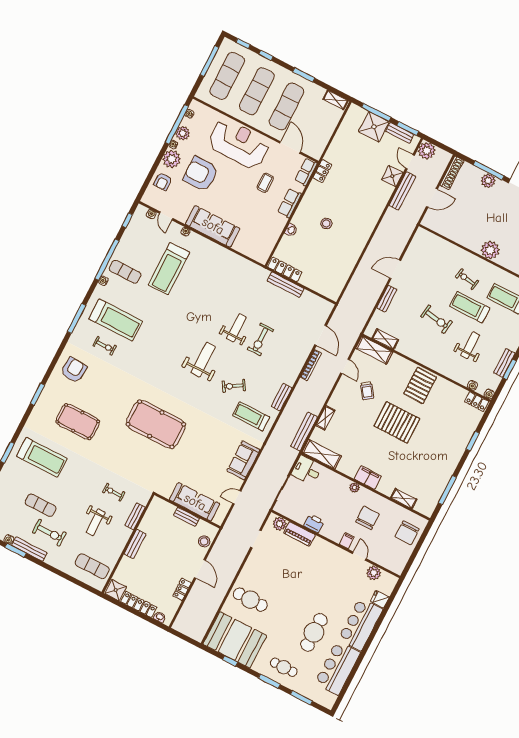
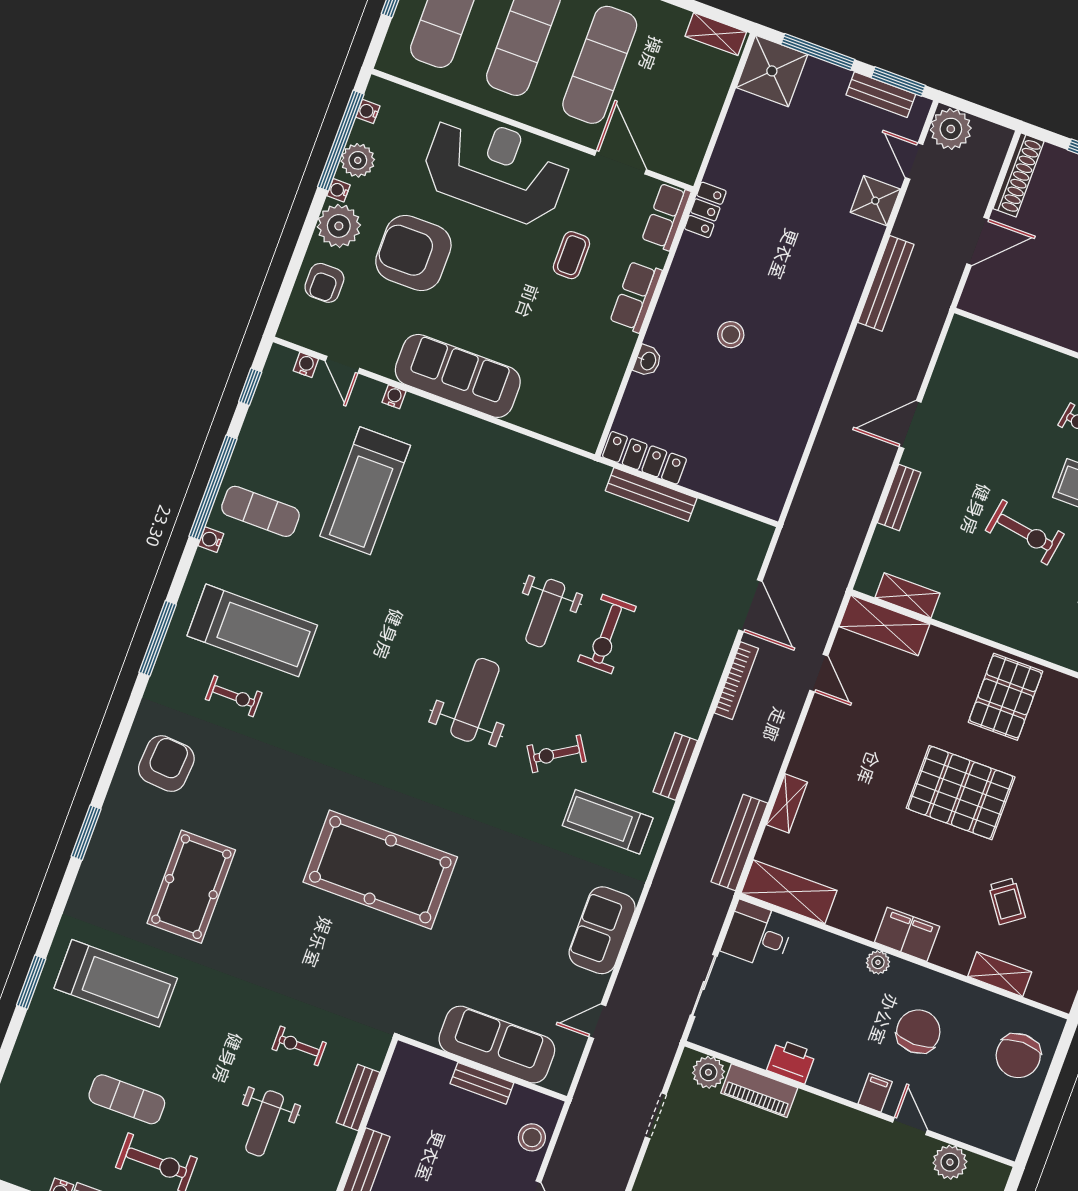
shower: (374, 127) -> (772, 71), moved
bench: (402, 191) -> (886, 283), moved
weight bench: (236, 328) -> (545, 613), turned 180
trolley: (367, 391) -> (1007, 901), moved
pool table: (78, 422) -> (191, 887), turned 90

